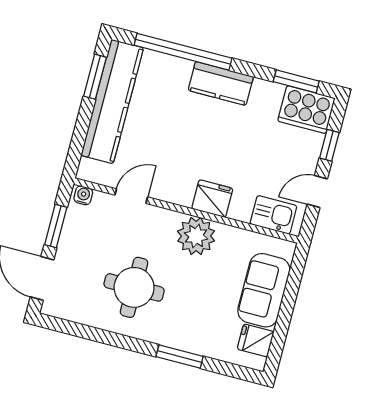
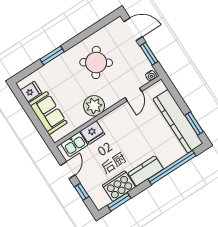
cooker: (306, 110) -> (119, 186), moved
fridge: (212, 199) -> (93, 133), moved
round table: (134, 287) -> (96, 62), turned 34

